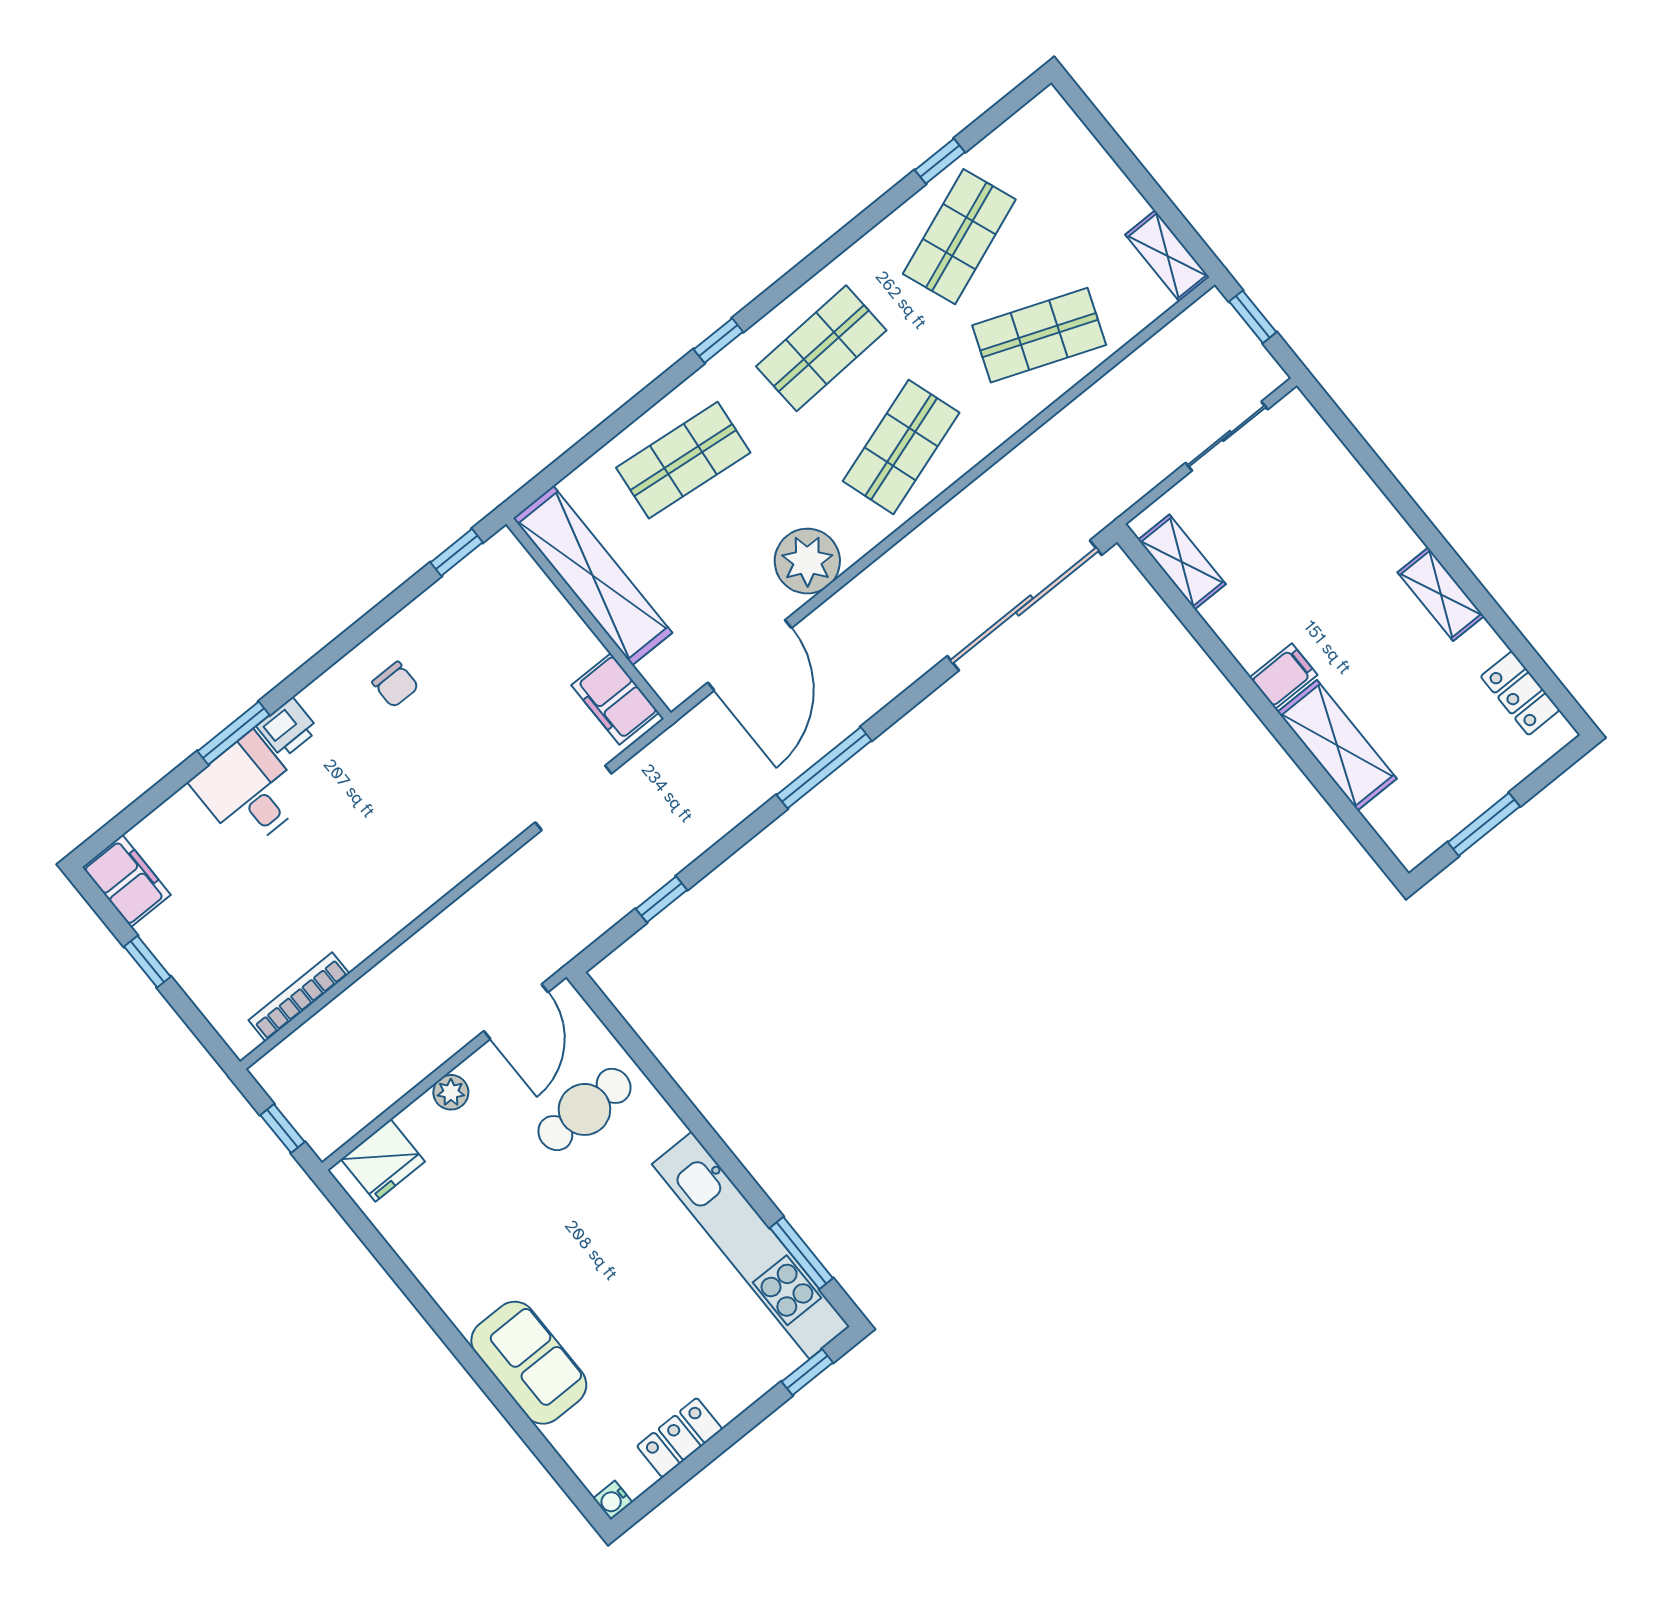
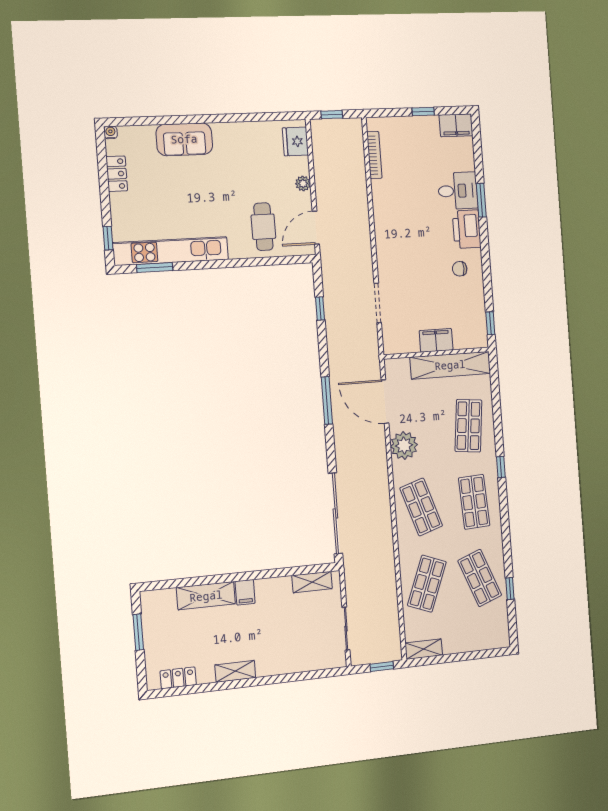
filing cabinet: (615, 699) -> (436, 340), moved
printer: (287, 728) -> (467, 229), width x1.87, depth x1.48
door: (516, 1012) -> (316, 228), hinge flipped

